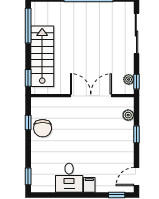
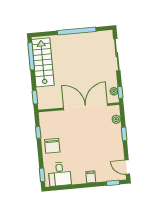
stairs: (42, 56) -> (43, 62), moved
double door: (91, 96) -> (86, 107), width x1.36
chair: (43, 128) -> (52, 146), moved
door: (136, 177) -> (127, 167), hinge flipped
desk: (69, 178) -> (60, 174), moved

